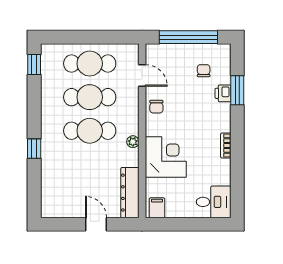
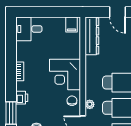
printer: (223, 93) -> (22, 98), moved
plant: (133, 142) -> (90, 104), moved
corner desk: (166, 157) -> (65, 74), moved

